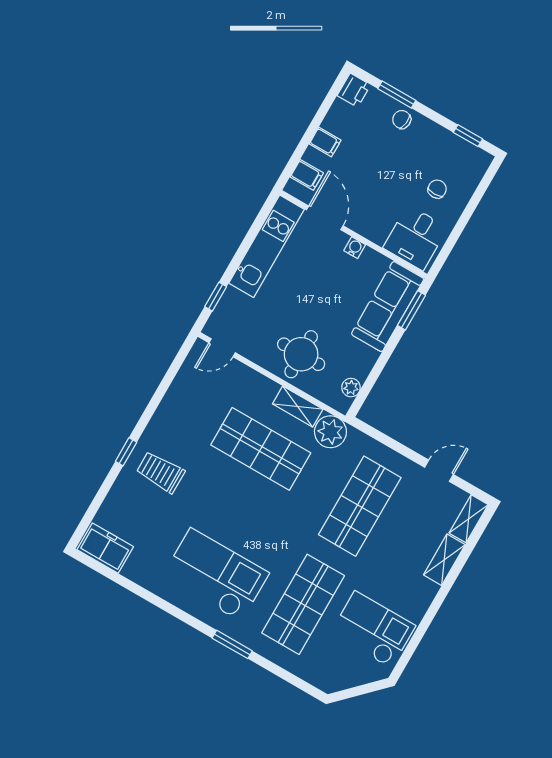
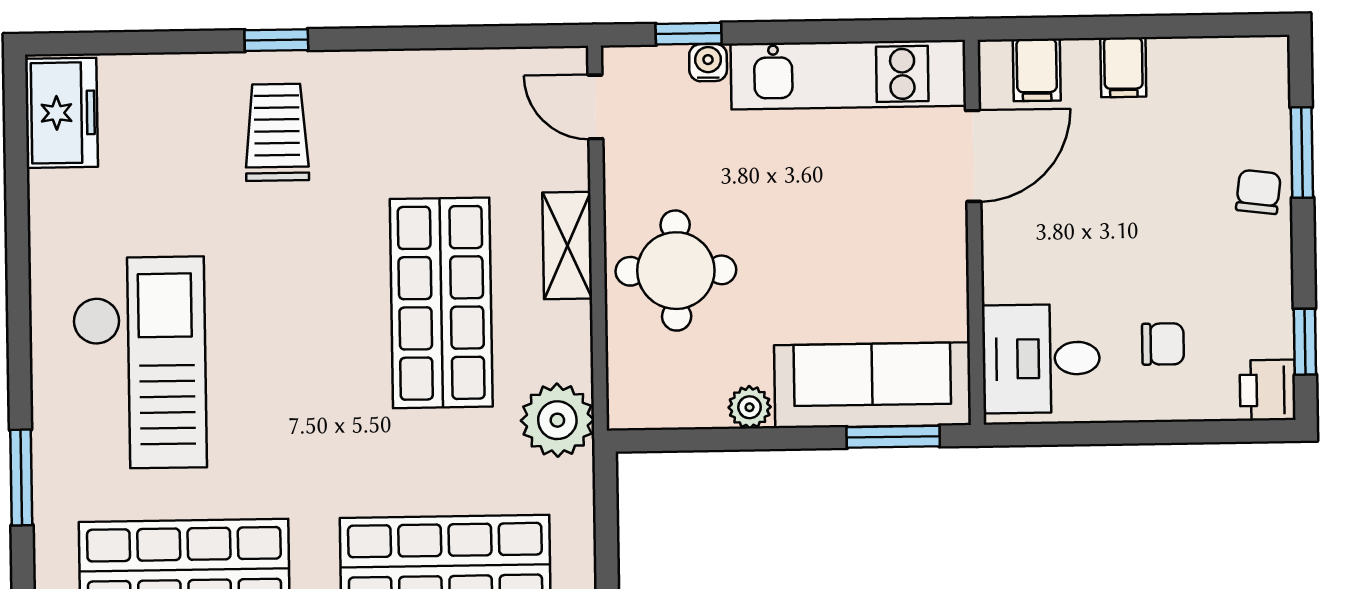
printer: (354, 90) -> (1268, 390), moved, turned 90
water cooler: (355, 248) -> (708, 63), moved, turned -90
plant: (351, 388) -> (750, 407), moved
shelving: (298, 407) -> (567, 246), moved

